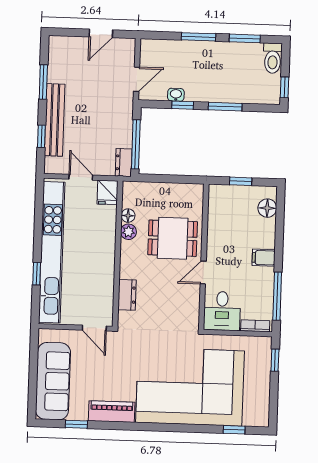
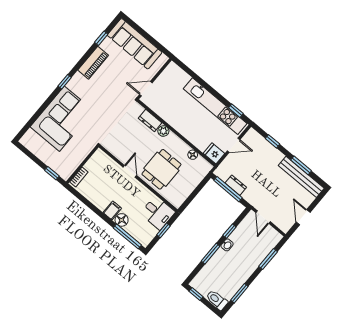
window: (199, 37) -> (268, 259), moved
washbasin: (176, 95) -> (227, 245), moved
bench: (55, 120) -> (301, 177), moved
dresser: (124, 163) -> (236, 185), moved
floor lamp: (267, 208) -> (122, 220), moved
plant: (128, 232) -> (163, 131), moved
kitchen unit: (52, 252) -> (215, 106), width x0.73
window: (37, 274) -> (236, 111), moved
window: (277, 296) -> (127, 236), moved
desk: (222, 311) -> (158, 213), moved, turned 180
corner sofa: (190, 387) -> (62, 119), width x0.73, depth x0.74
window: (234, 430) -> (65, 82), moved

